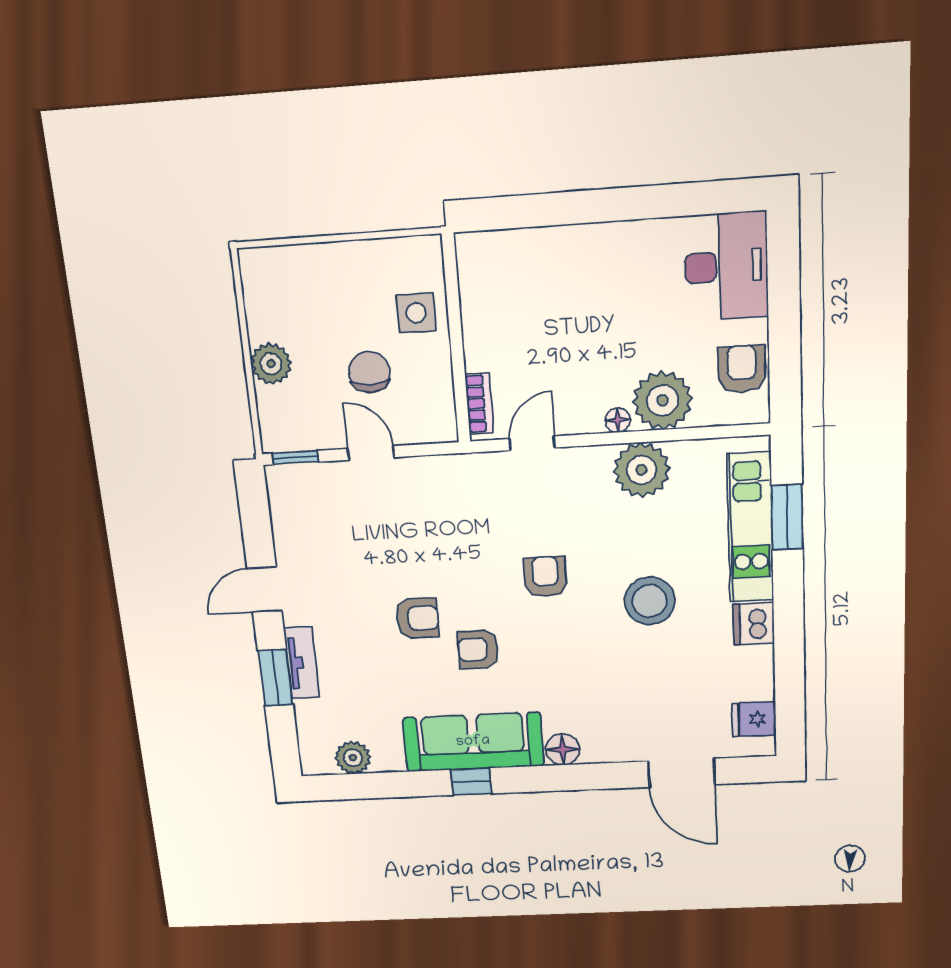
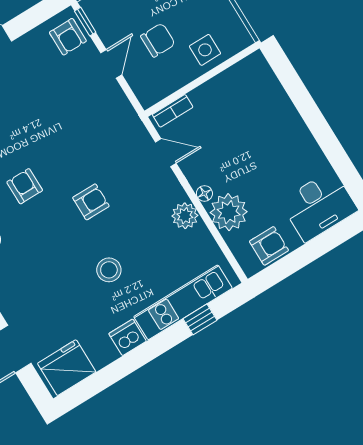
plant: (642, 470) -> (185, 216), width x0.73, depth x0.73
window: (787, 517) -> (200, 319), width x0.67
stool: (650, 601) -> (109, 270), width x0.73, depth x0.73
armchair: (417, 618) -> (68, 37), moved
fridge: (754, 719) -> (67, 368), width x1.88, depth x1.34

